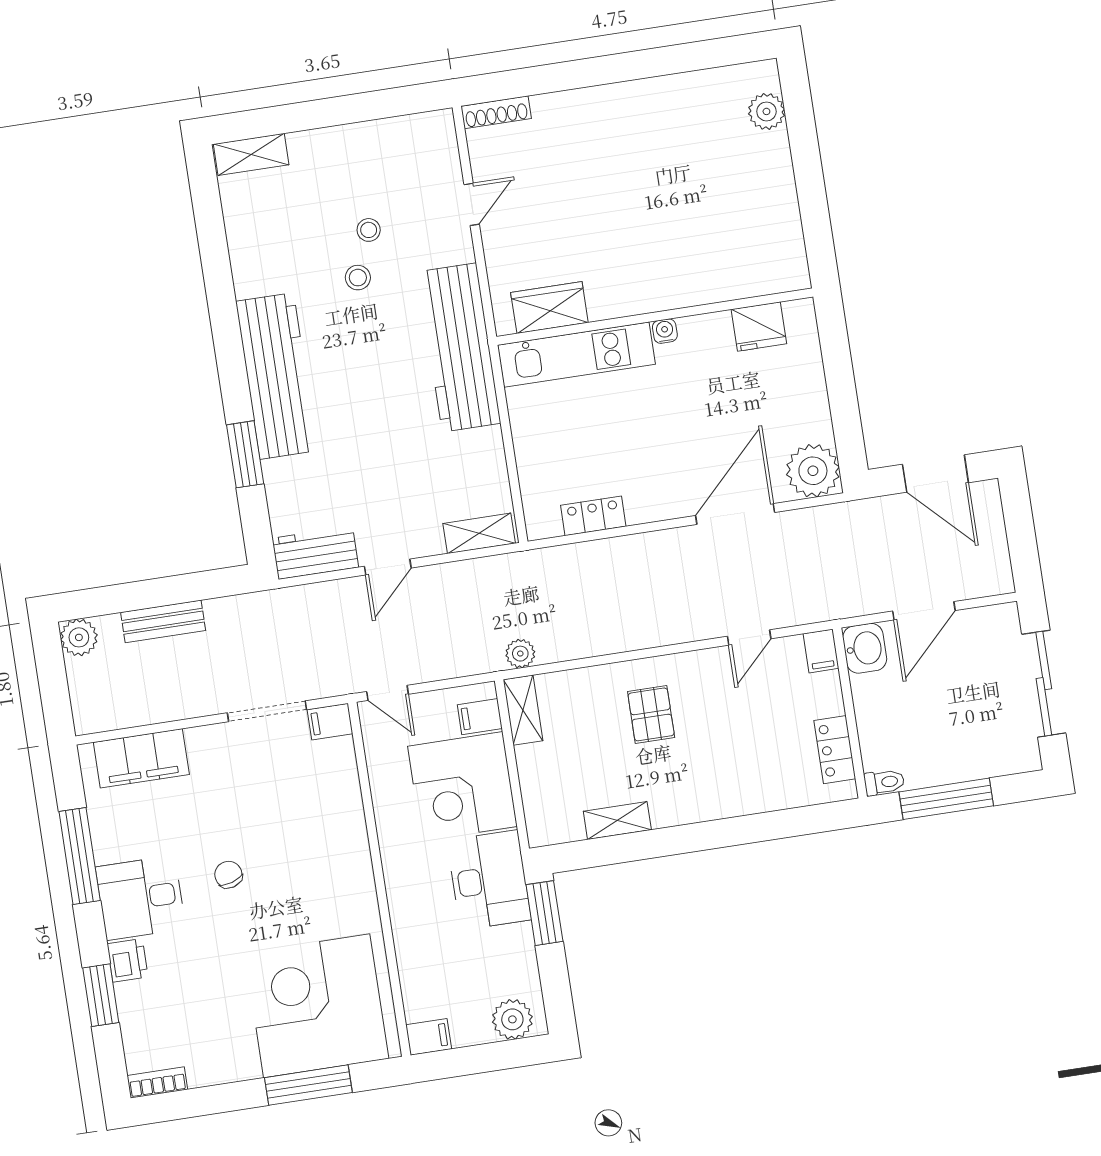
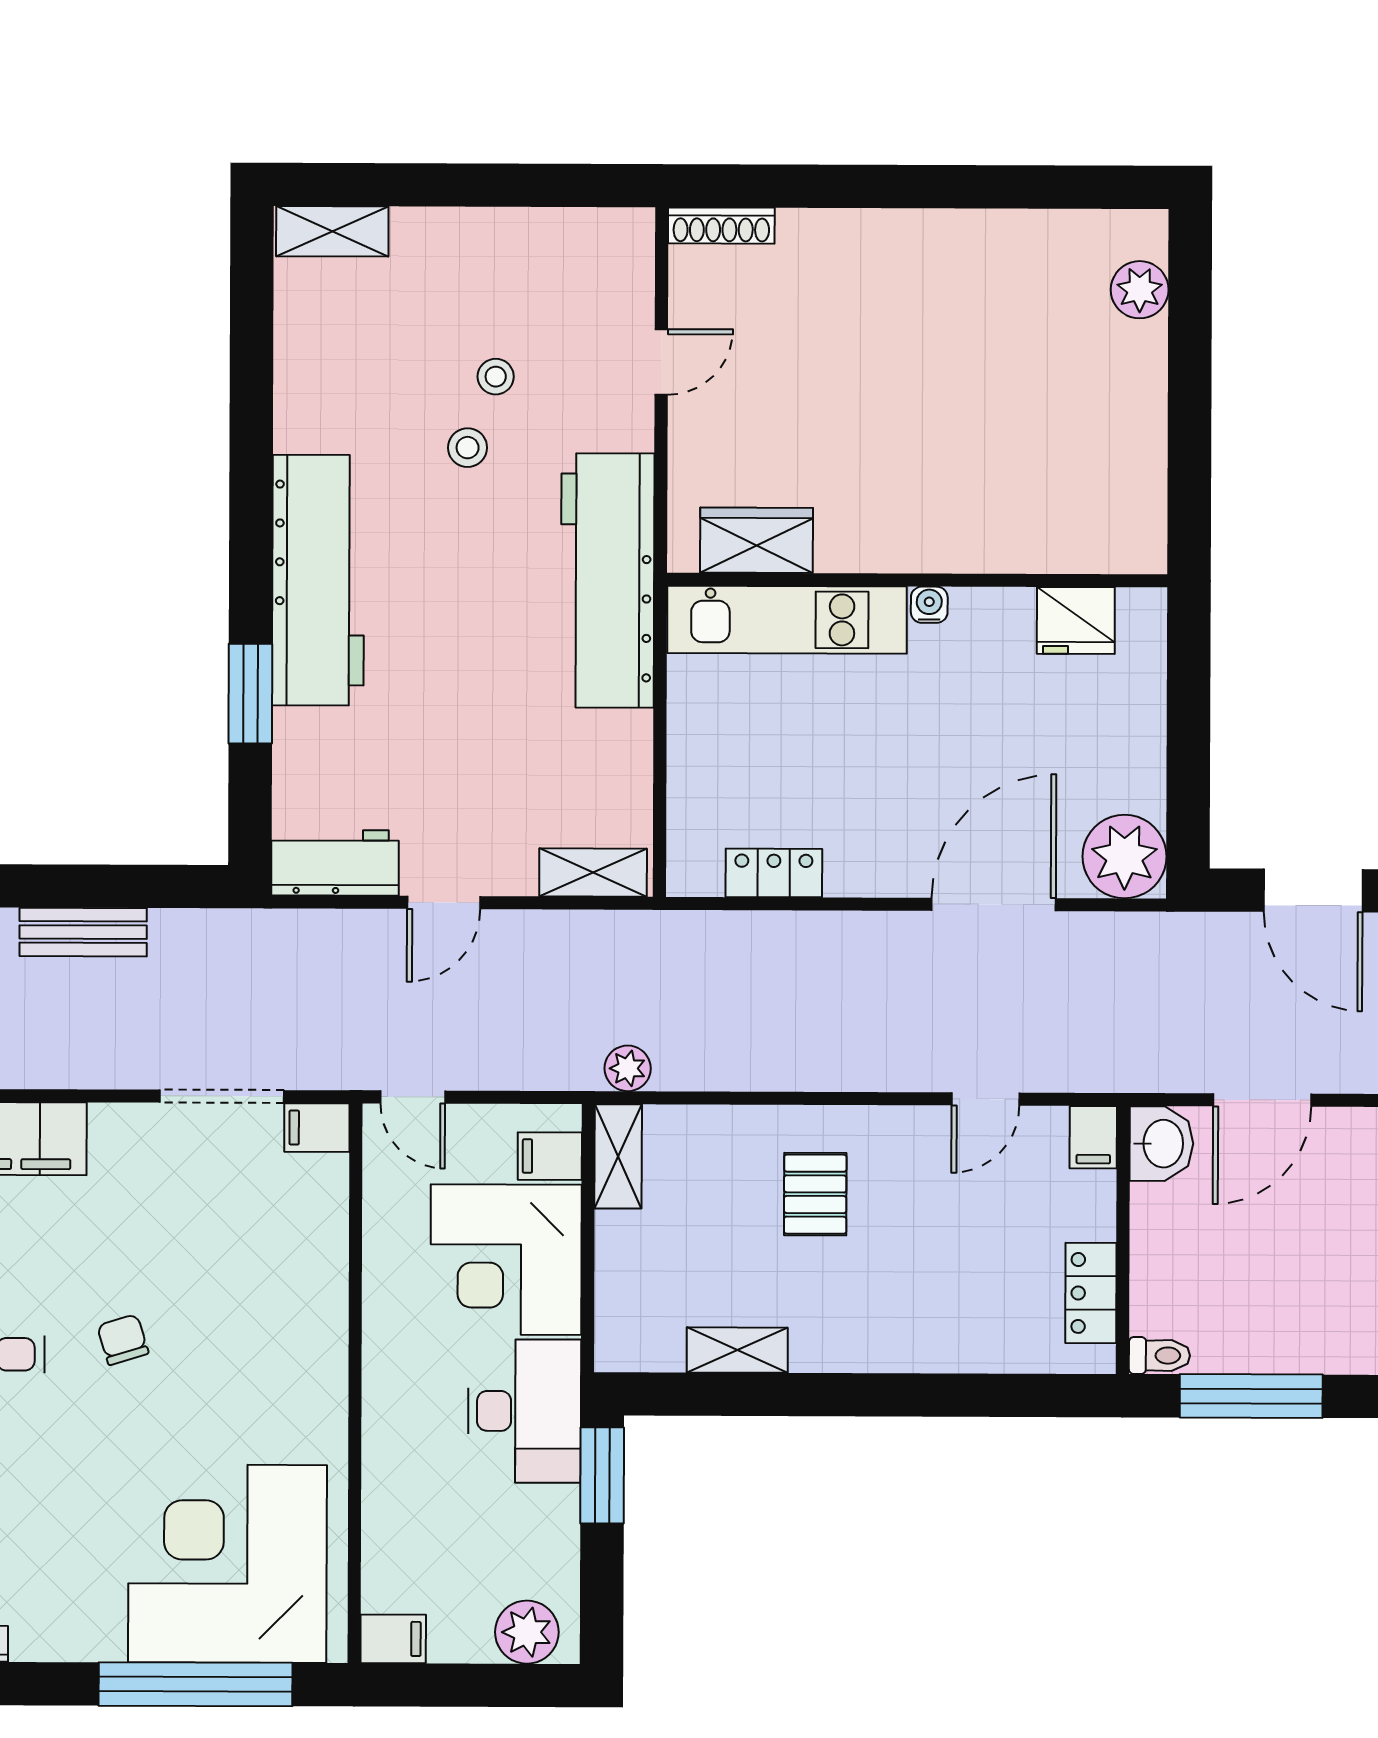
window: (308, 1085) -> (196, 1684), width x1.46

